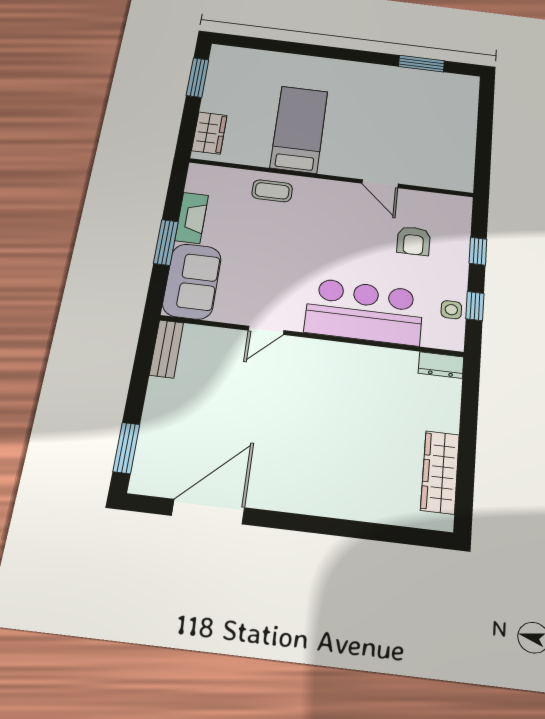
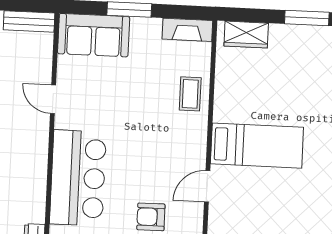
bed: (299, 129) -> (257, 146), moved
fireplace: (192, 218) -> (187, 30), moved

